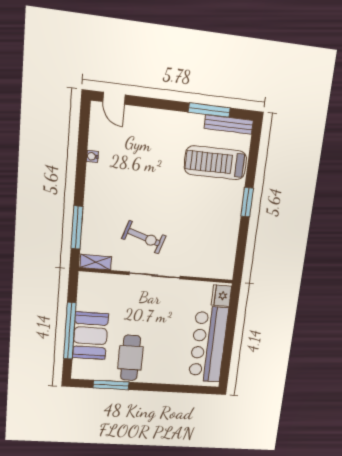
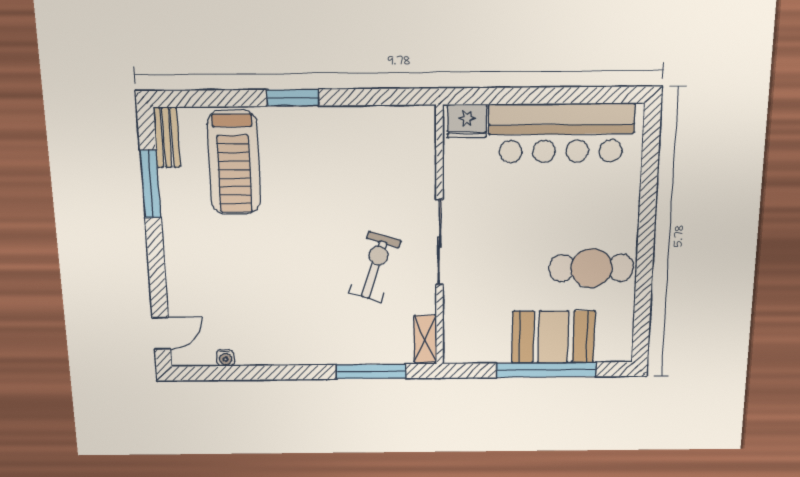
bench: (229, 125) -> (167, 137), width x0.73
water cooler: (92, 156) -> (225, 358), moved
window: (111, 385) -> (643, 296), removed

